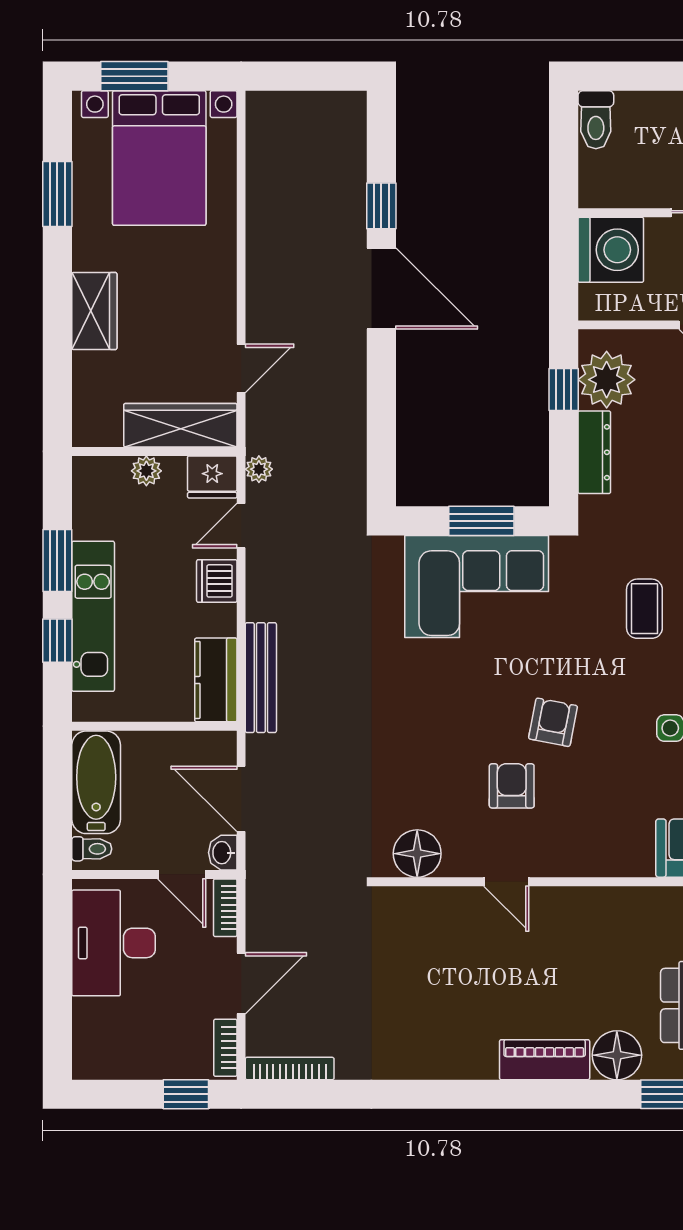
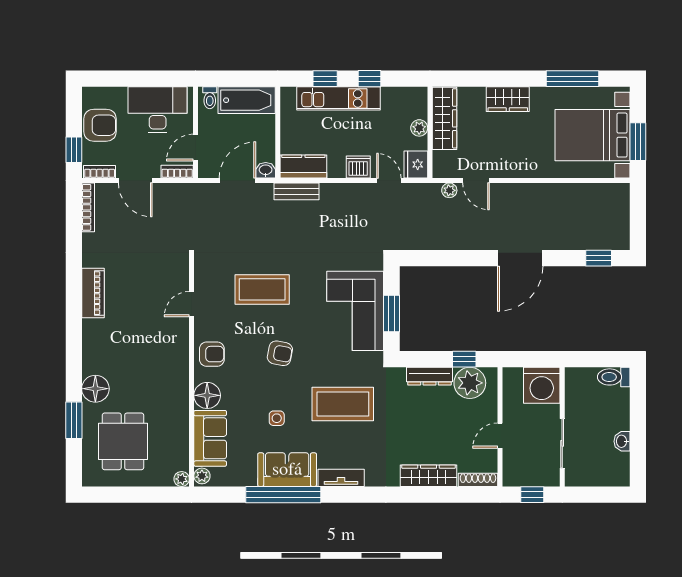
window: (134, 76) -> (638, 142), moved
window: (57, 194) -> (573, 79), width x1.44
window: (381, 206) -> (599, 258), moved
wardrobe: (180, 425) -> (444, 118), moved
plant: (259, 469) -> (449, 190), moved
window: (57, 561) -> (370, 79), width x0.67
coffee table: (644, 609) -> (343, 404), width x1.86, depth x1.72
bench: (261, 678) -> (297, 191), width x0.73
coffee table: (438, 754) -> (262, 289), added
armchair: (512, 786) -> (212, 354), moved
washbasin: (223, 853) -> (266, 170), moved
floor lamp: (417, 854) -> (207, 395), moved
door: (506, 882) -> (192, 304), moved
armchair: (141, 1047) -> (100, 125), added
piano: (545, 1060) -> (93, 293), moved

